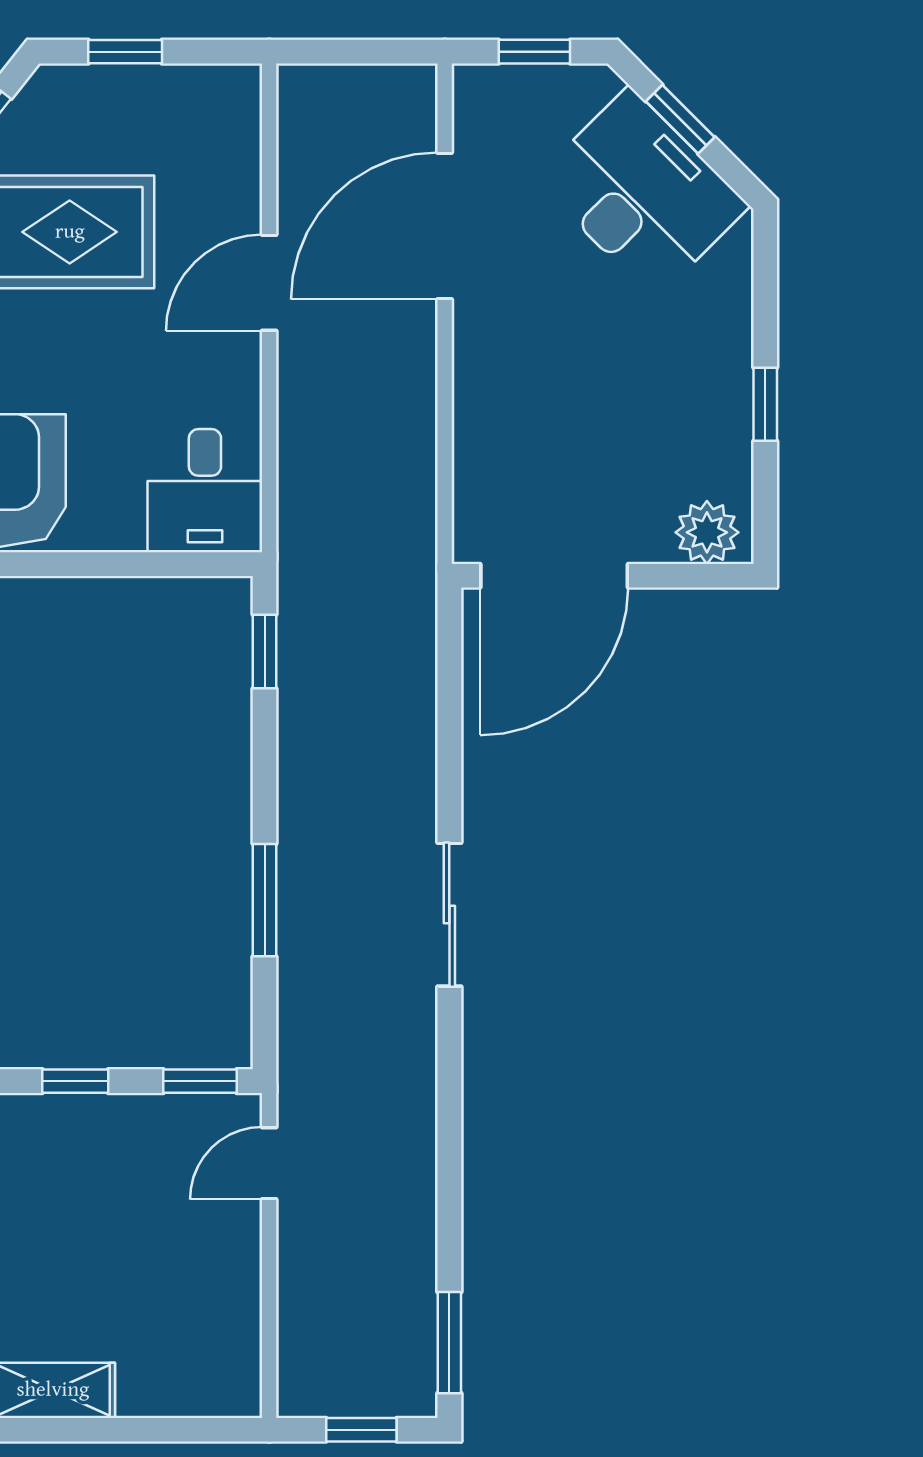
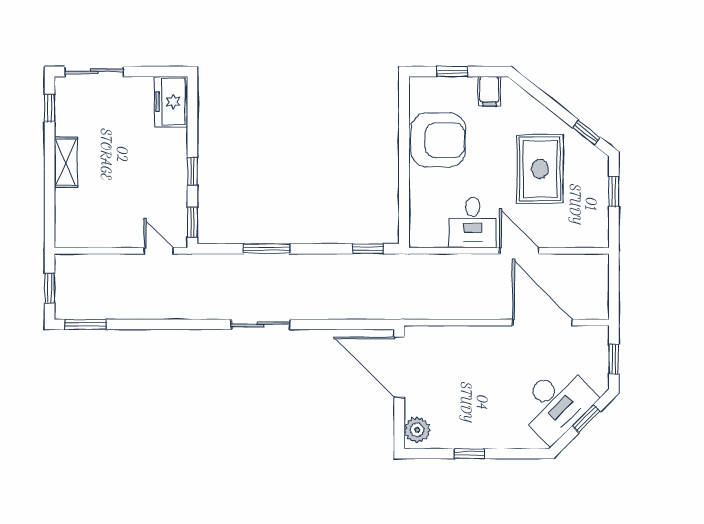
desk: (205, 491) -> (473, 222), moved, turned -90

